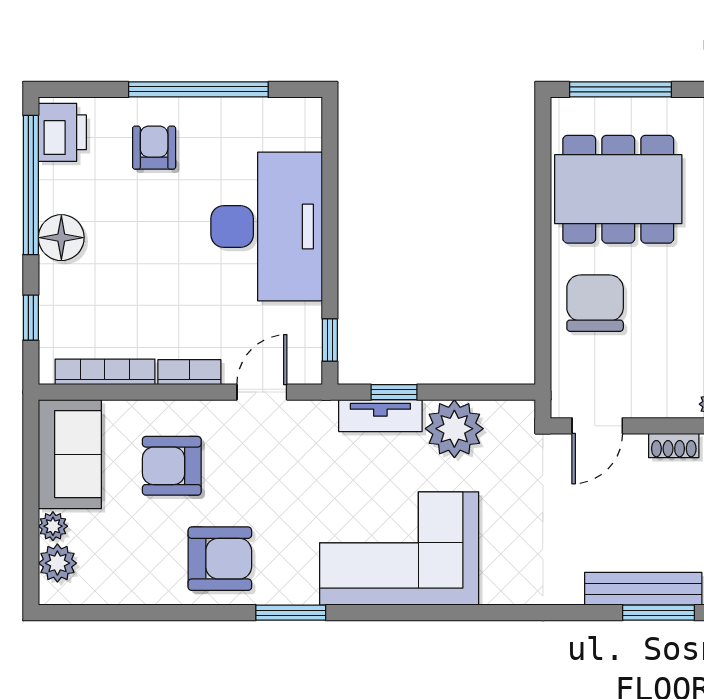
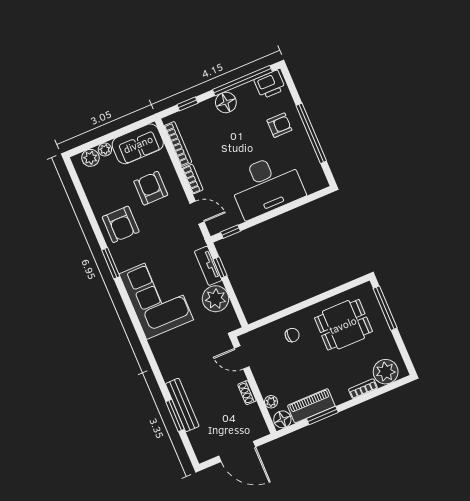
dining table: (618, 189) -> (343, 325), width x0.73
chair: (595, 303) -> (292, 335), width x0.54, depth x0.54

